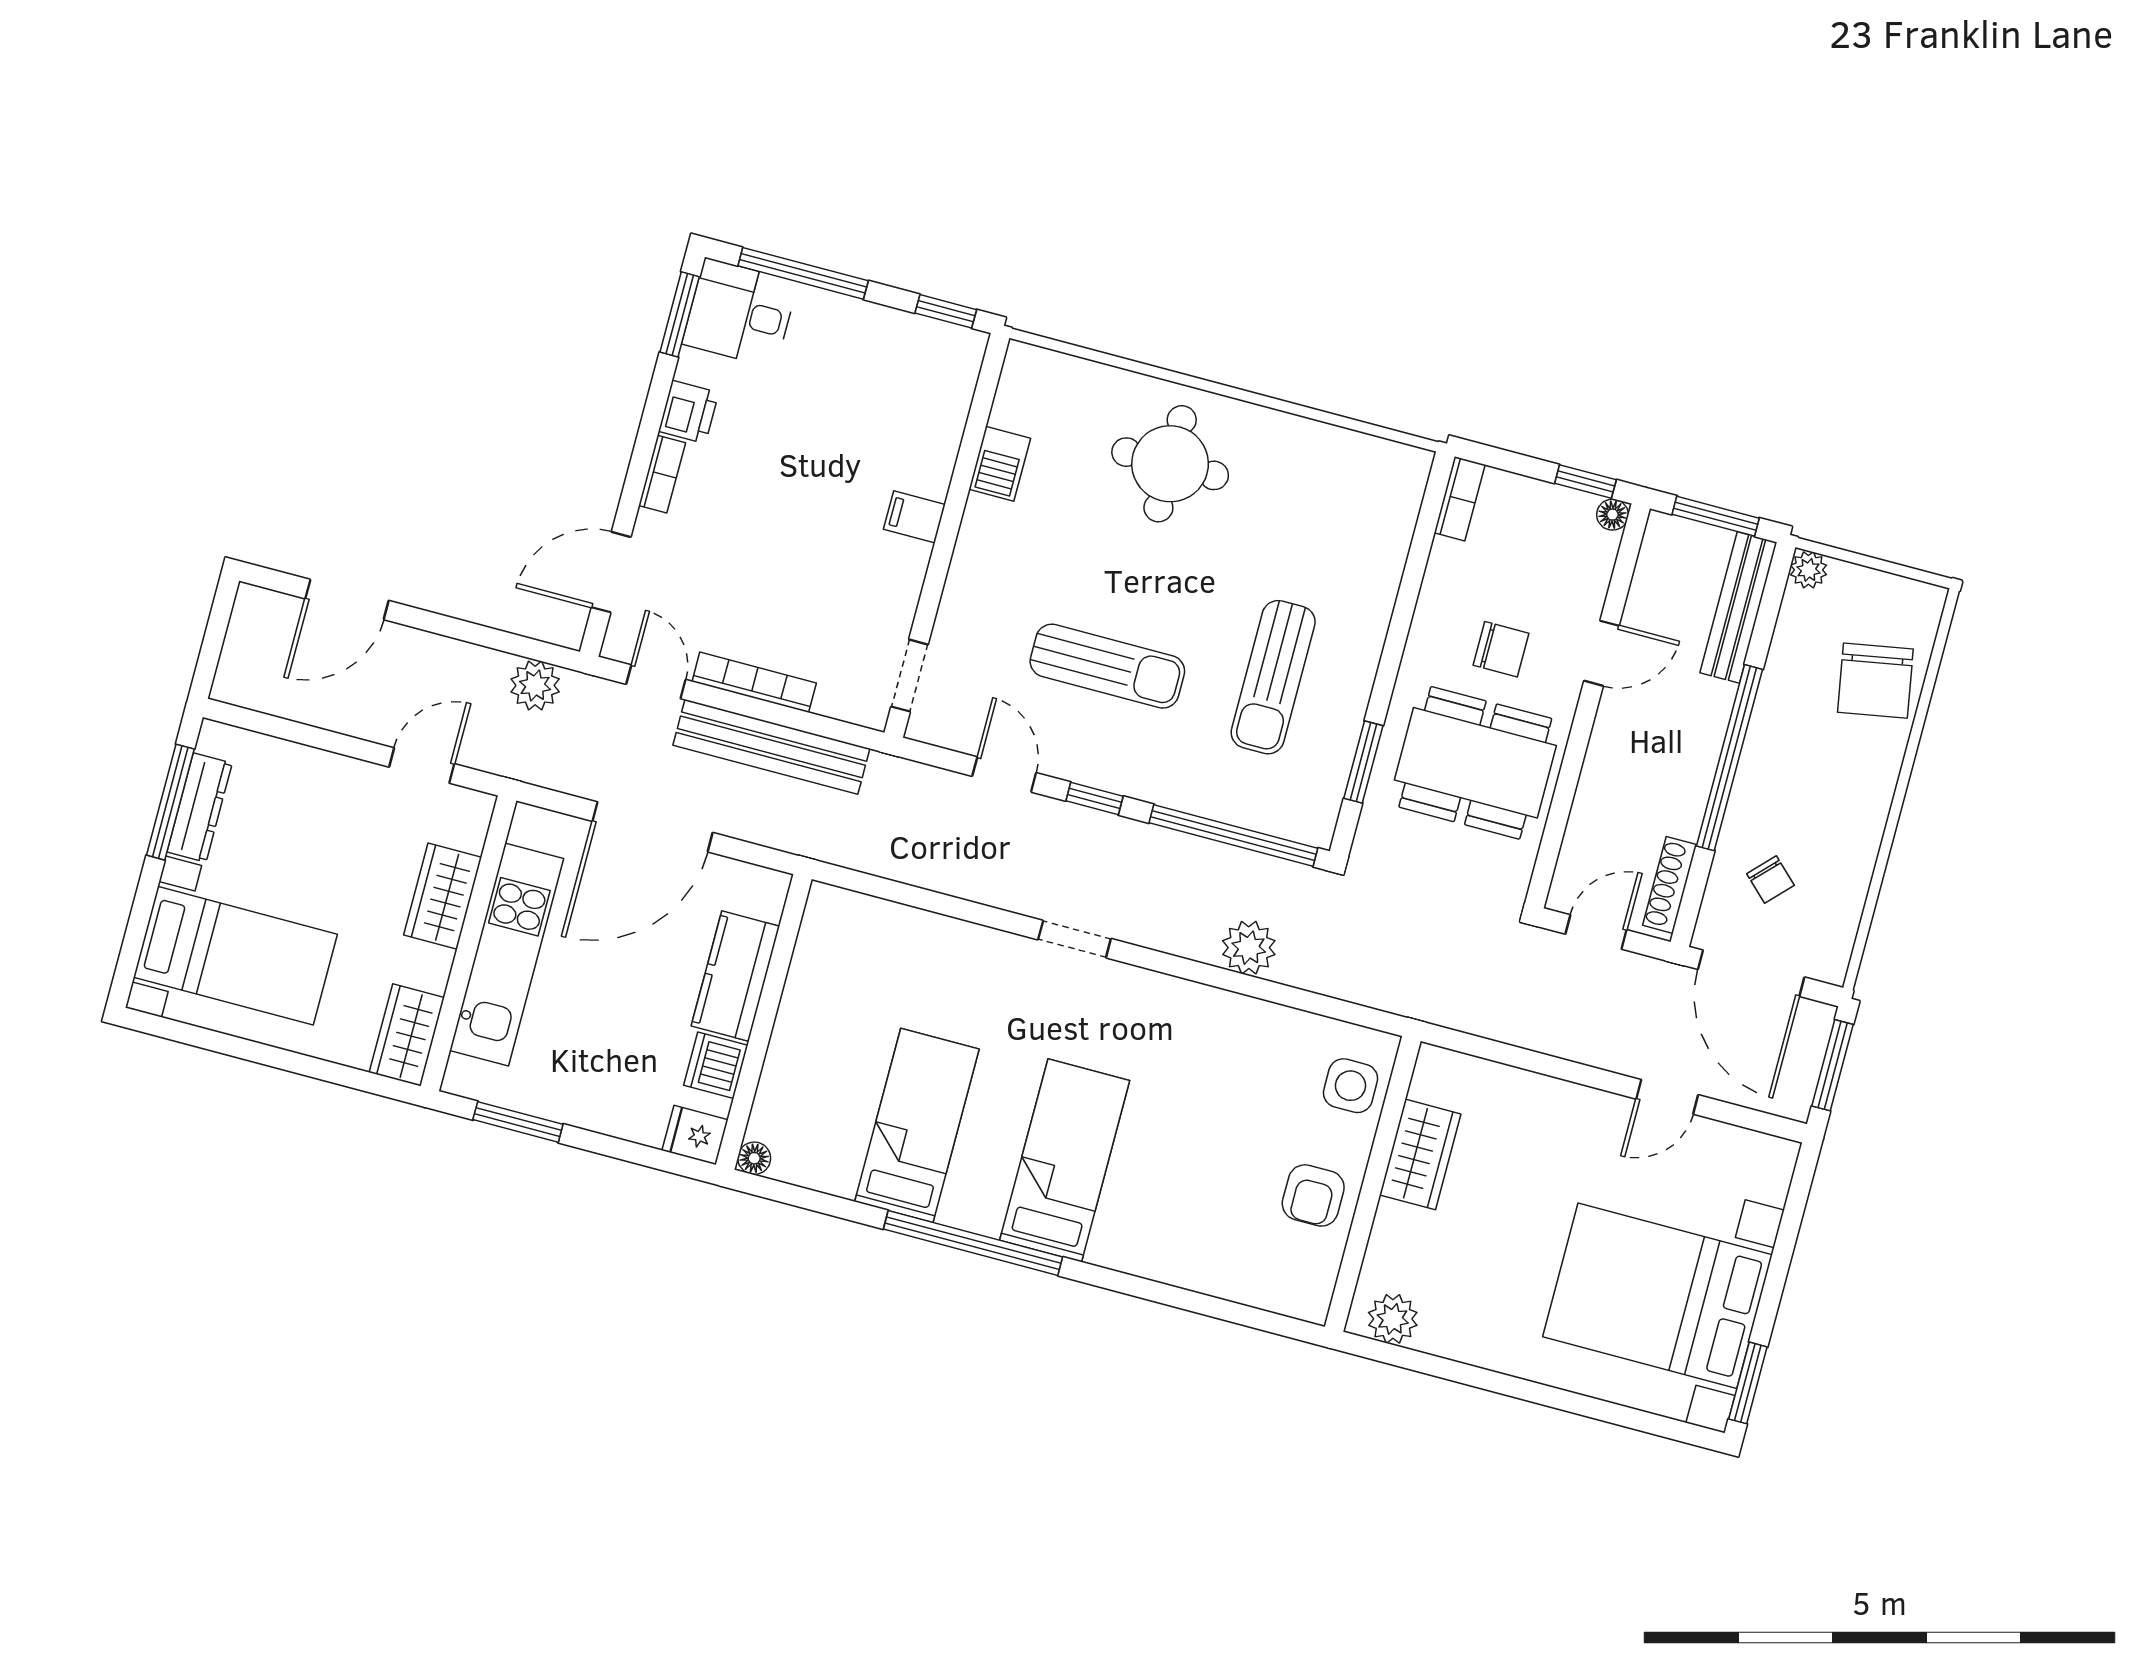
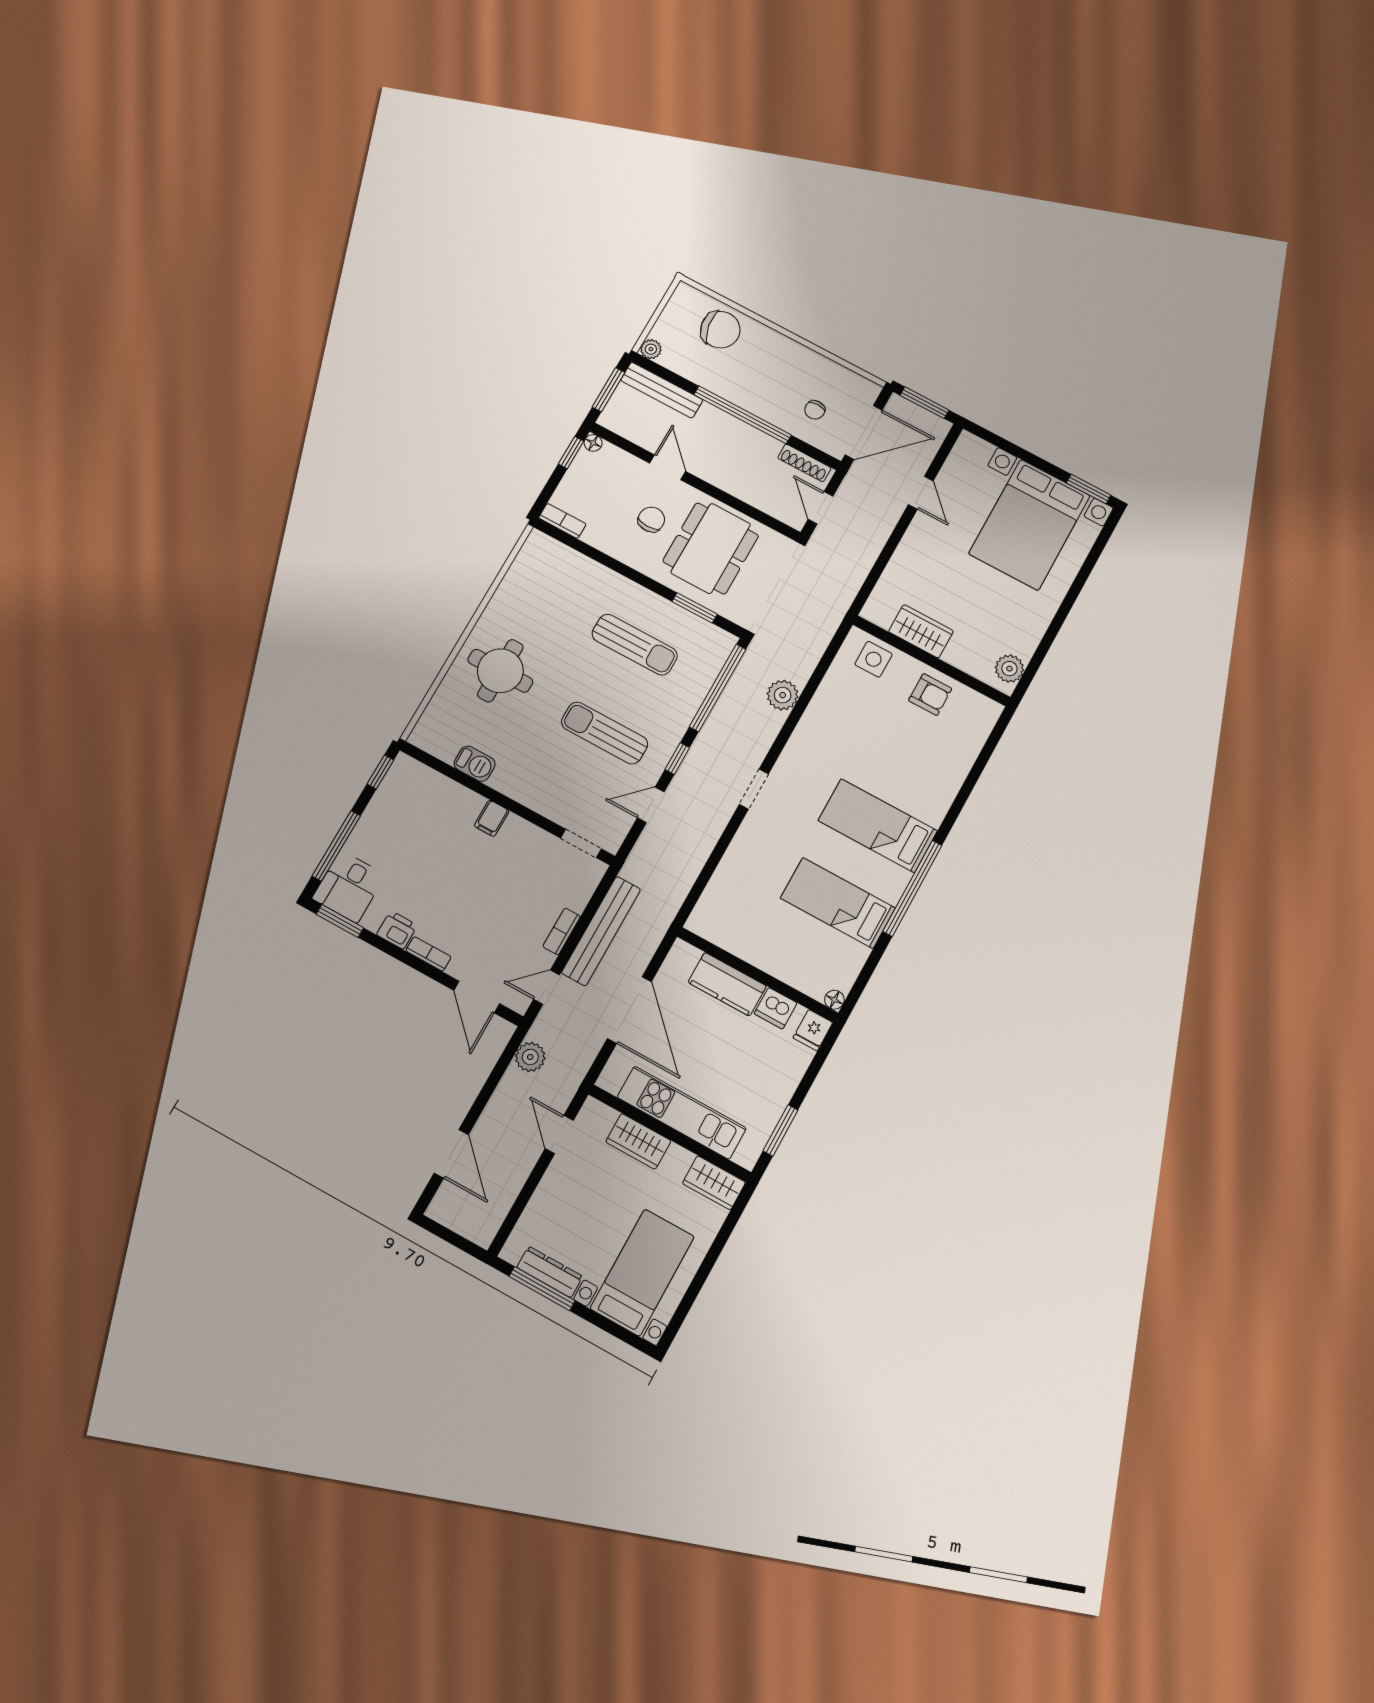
sun lounger: (1107, 666) -> (605, 733), turned -90
bookcase: (754, 682) -> (562, 931), width x0.64
chair: (1770, 879) -> (815, 410), turned 136

